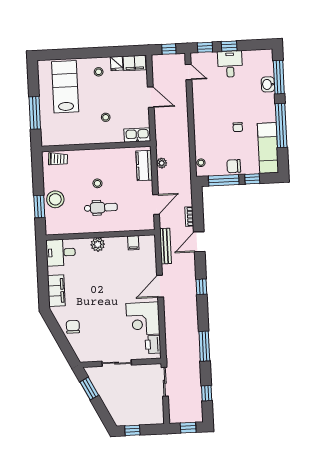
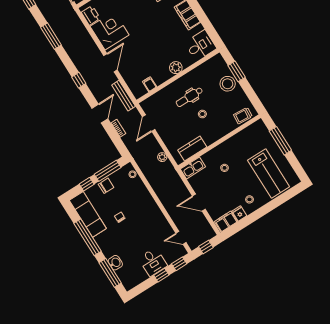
kitchen counter: (144, 165) -> (192, 149), moved, turned -90

